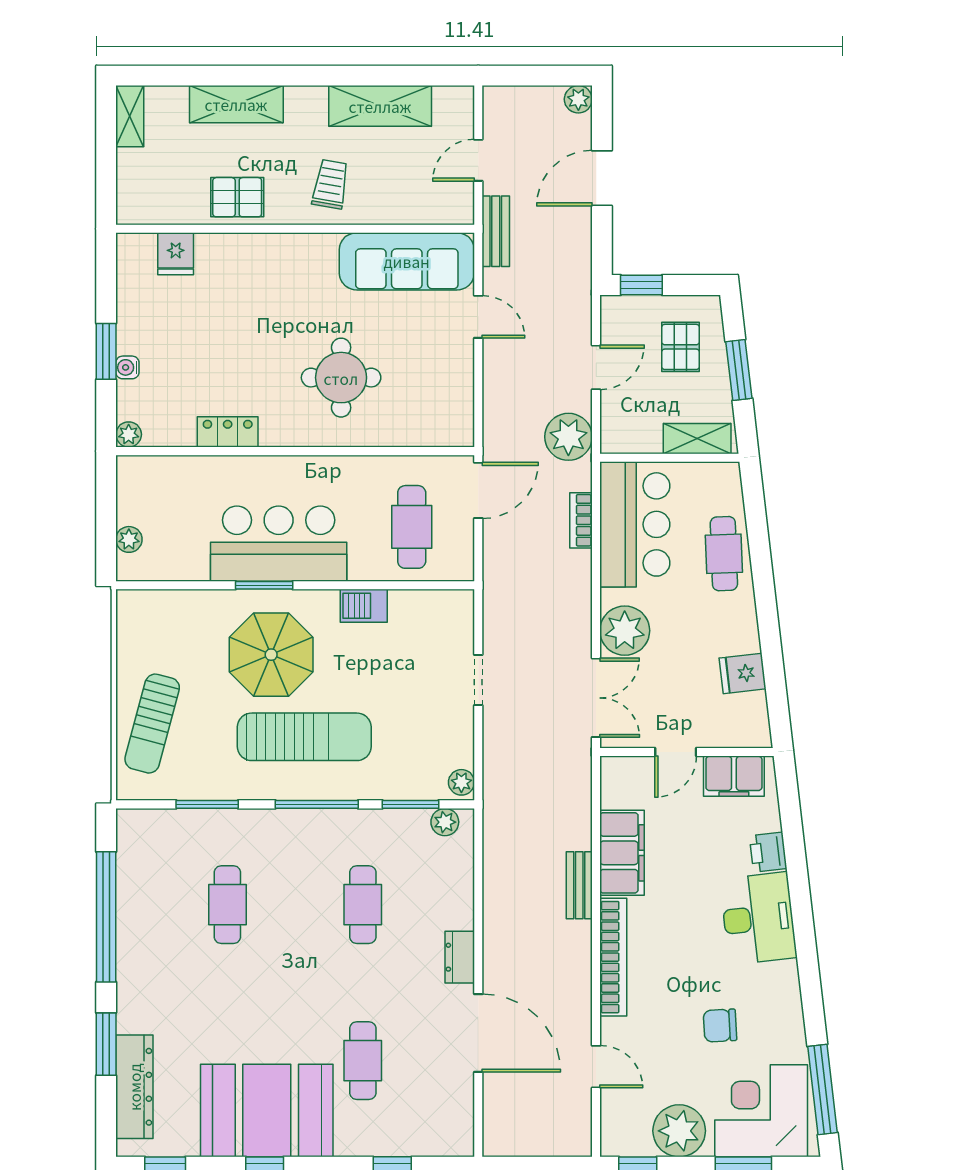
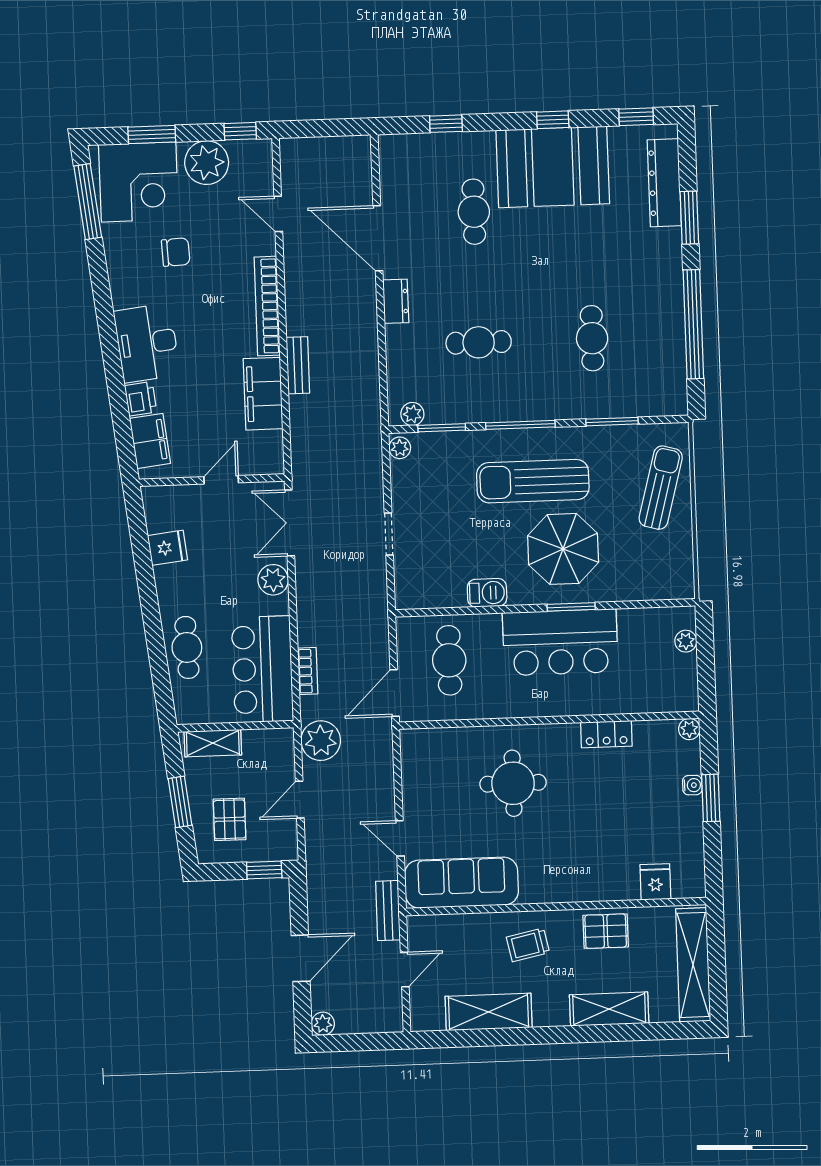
shelving: (130, 116) -> (693, 965), width x2.20, depth x1.33
trolley: (330, 184) -> (528, 945), turned 68
plant: (625, 631) -> (273, 580), width x0.73, depth x0.73
filing cabinet: (734, 776) -> (150, 441), moved, turned 83
cafe table: (363, 905) -> (479, 342), turned 90

